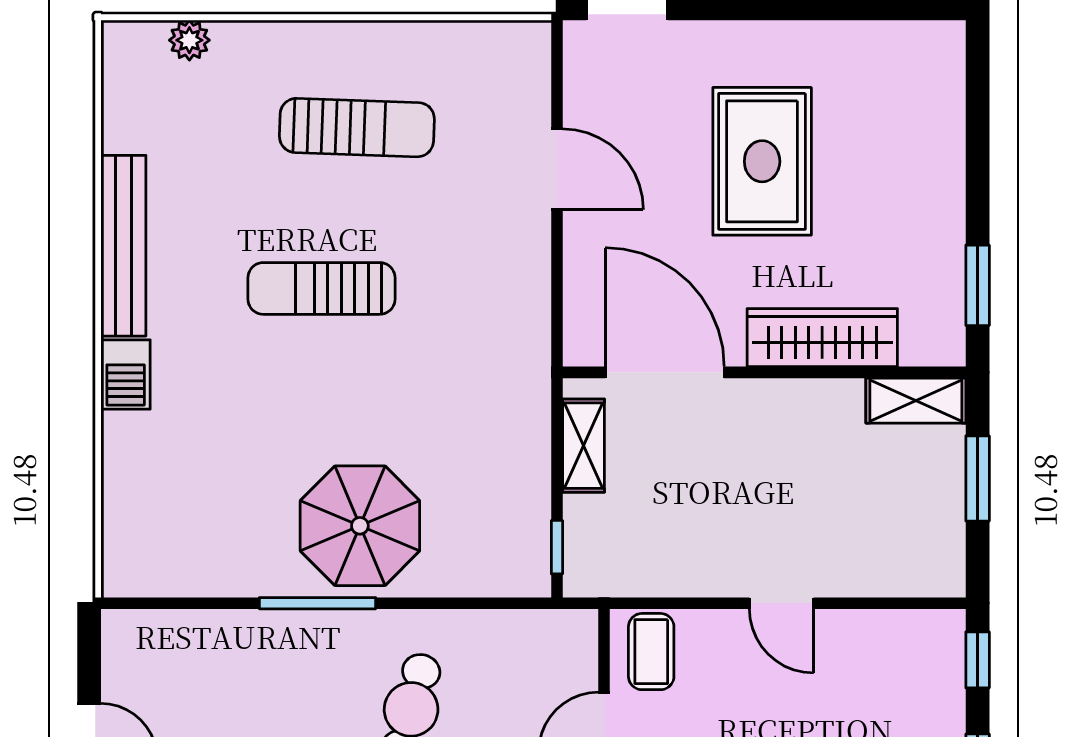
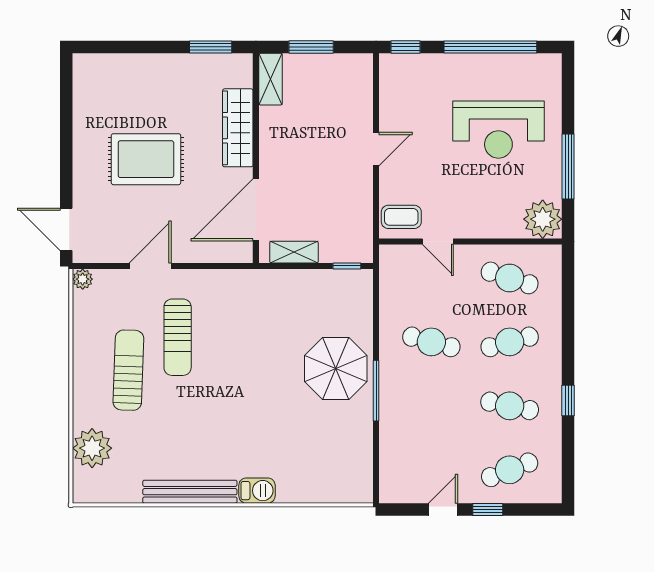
plant: (189, 40) -> (92, 448), width x1.88, depth x1.88
plant: (532, 40) -> (83, 279), added
sun lounger: (322, 288) -> (178, 337), moved

